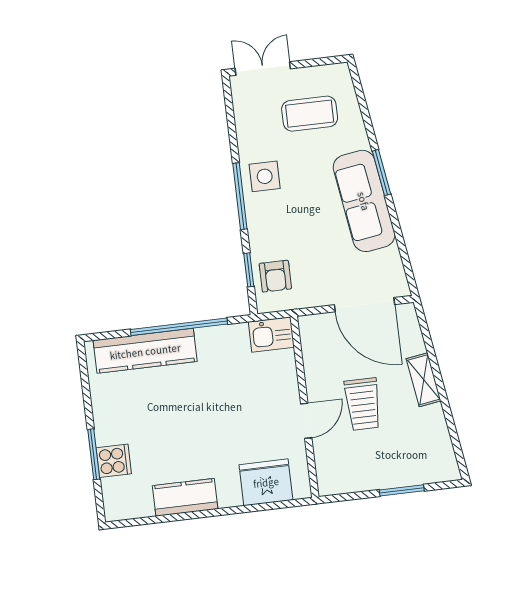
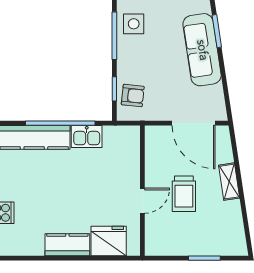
armchair: (275, 276) -> (133, 96), turned -84
kitchen sink: (271, 334) -> (87, 137), moved
kitchen counter: (185, 497) -> (67, 245), moved

